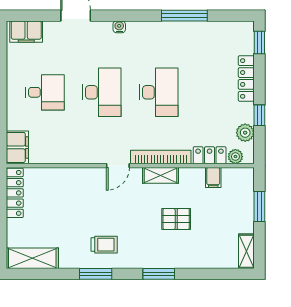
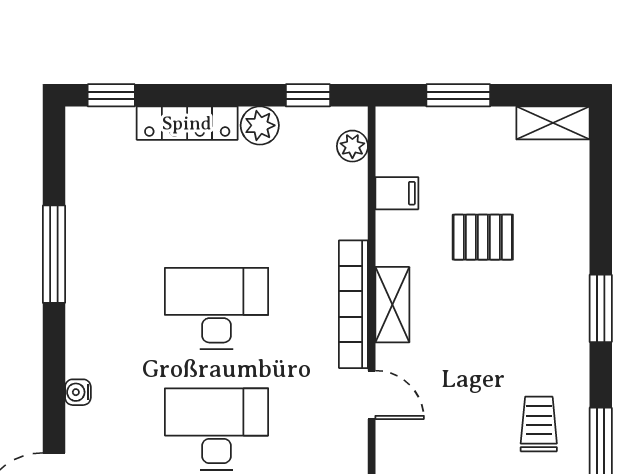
window: (259, 115) -> (308, 95), moved
plant: (245, 133) -> (260, 125), moved
locker: (210, 155) -> (350, 201), removed
pallet: (176, 219) -> (483, 237), moved, turned 90

